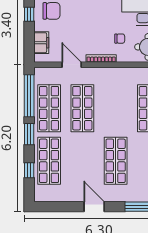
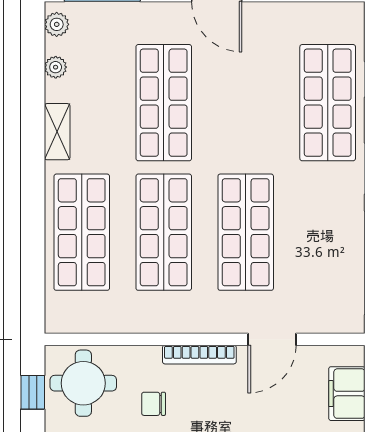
door: (72, 65) -> (272, 339), hinge flipped
shop shelf: (49, 108) -> (164, 232), moved

